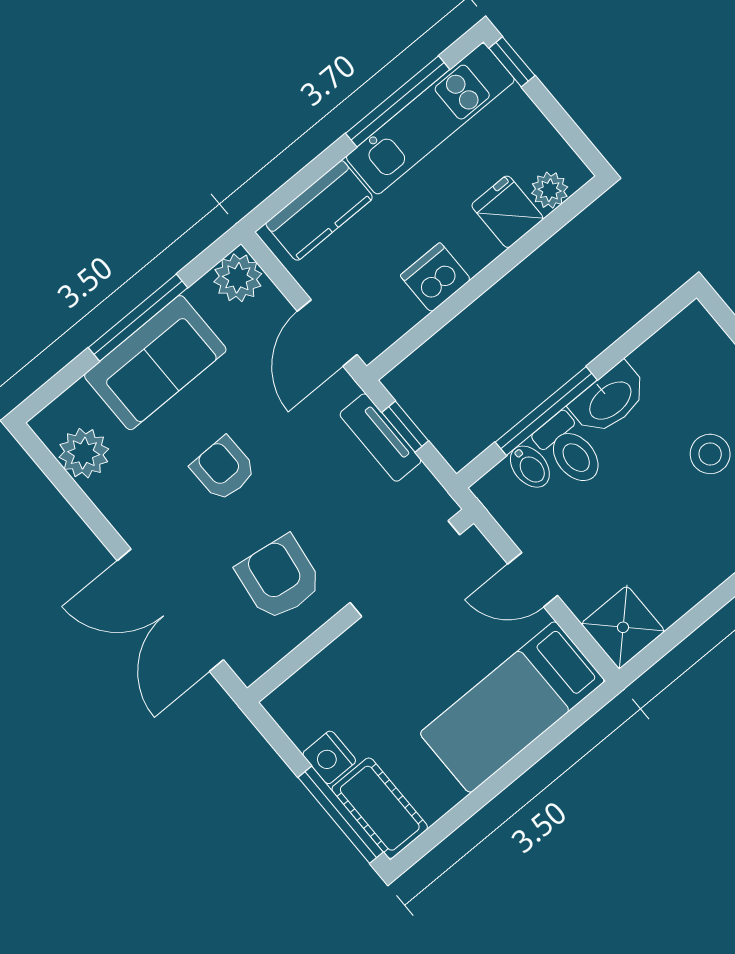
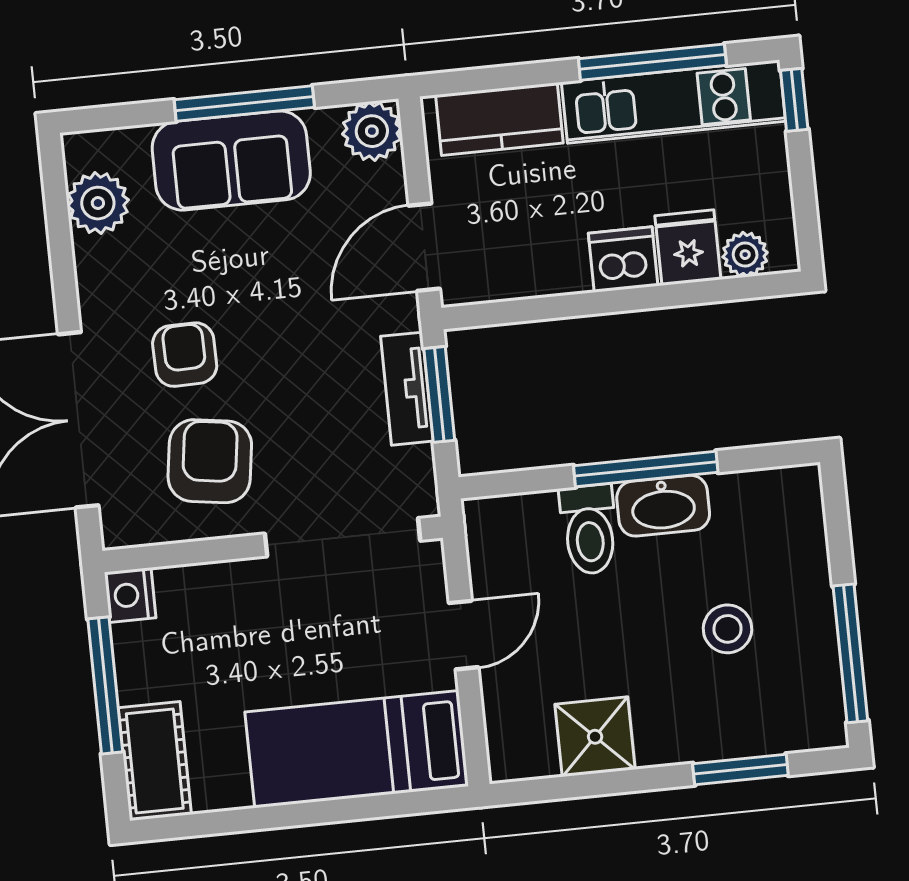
dishwasher: (435, 277) -> (623, 260), moved
window: (546, 411) -> (646, 469), moved
window: (405, 427) -> (439, 394), width x1.50
bidet: (530, 467) -> (538, 519), removed
armchair: (223, 469) -> (185, 355), moved
door: (533, 580) -> (464, 635), swing flipped
shower: (623, 627) -> (595, 737), moved
nightstand: (329, 757) -> (130, 595), moved
window: (341, 815) -> (105, 685), moved

